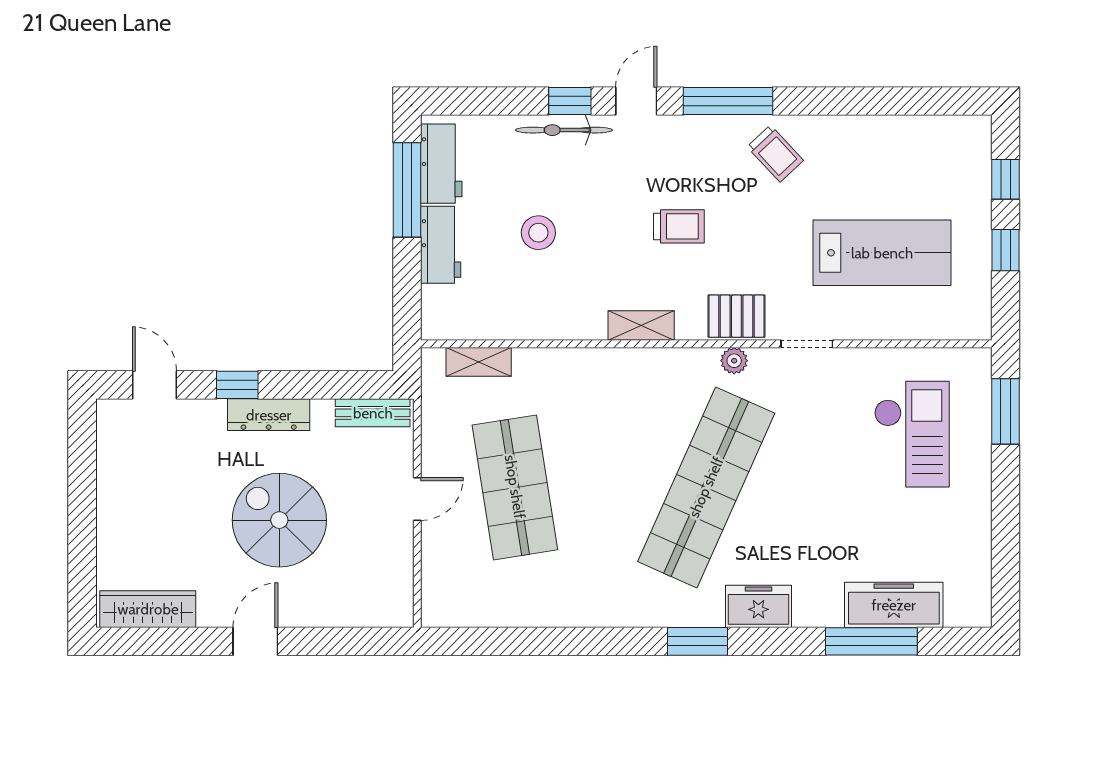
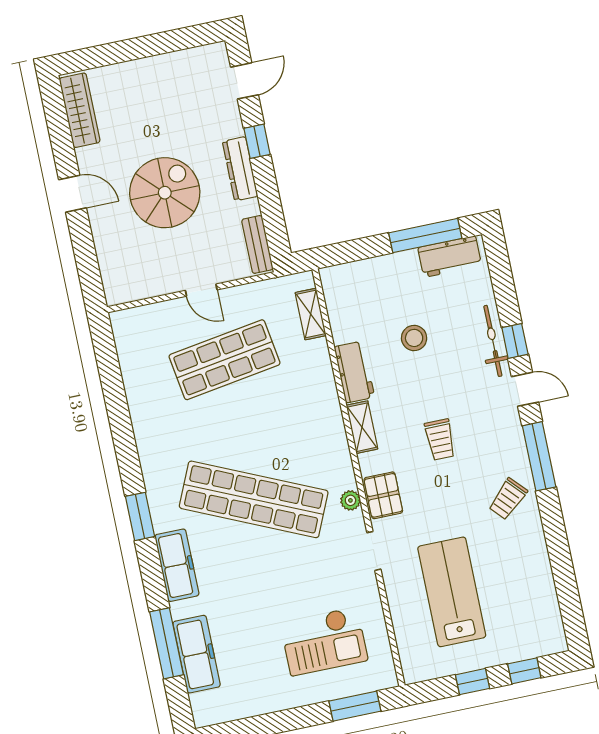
workbench: (441, 245) -> (354, 372), moved, turned -90
lab bench: (882, 253) -> (452, 592), turned 180
freezer: (758, 606) -> (177, 565), width x1.40

